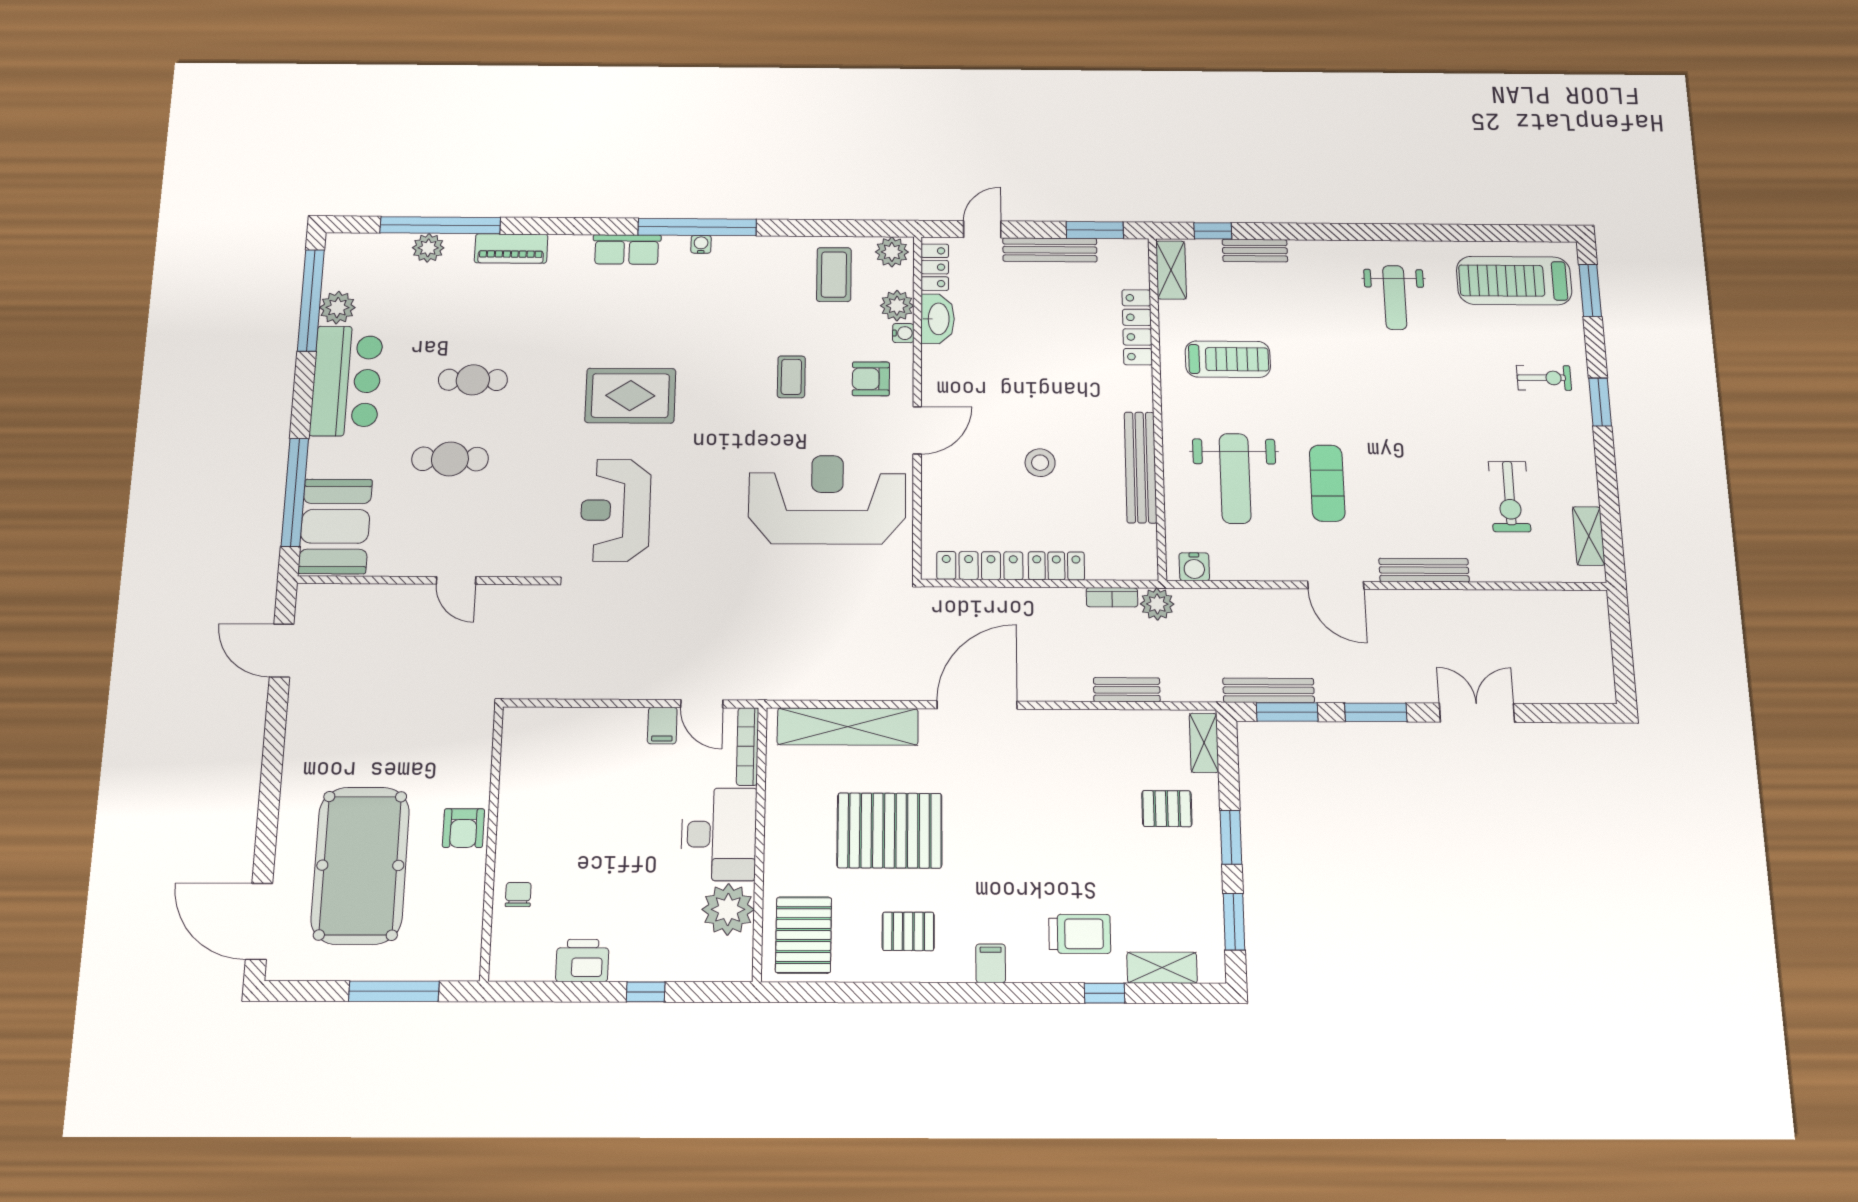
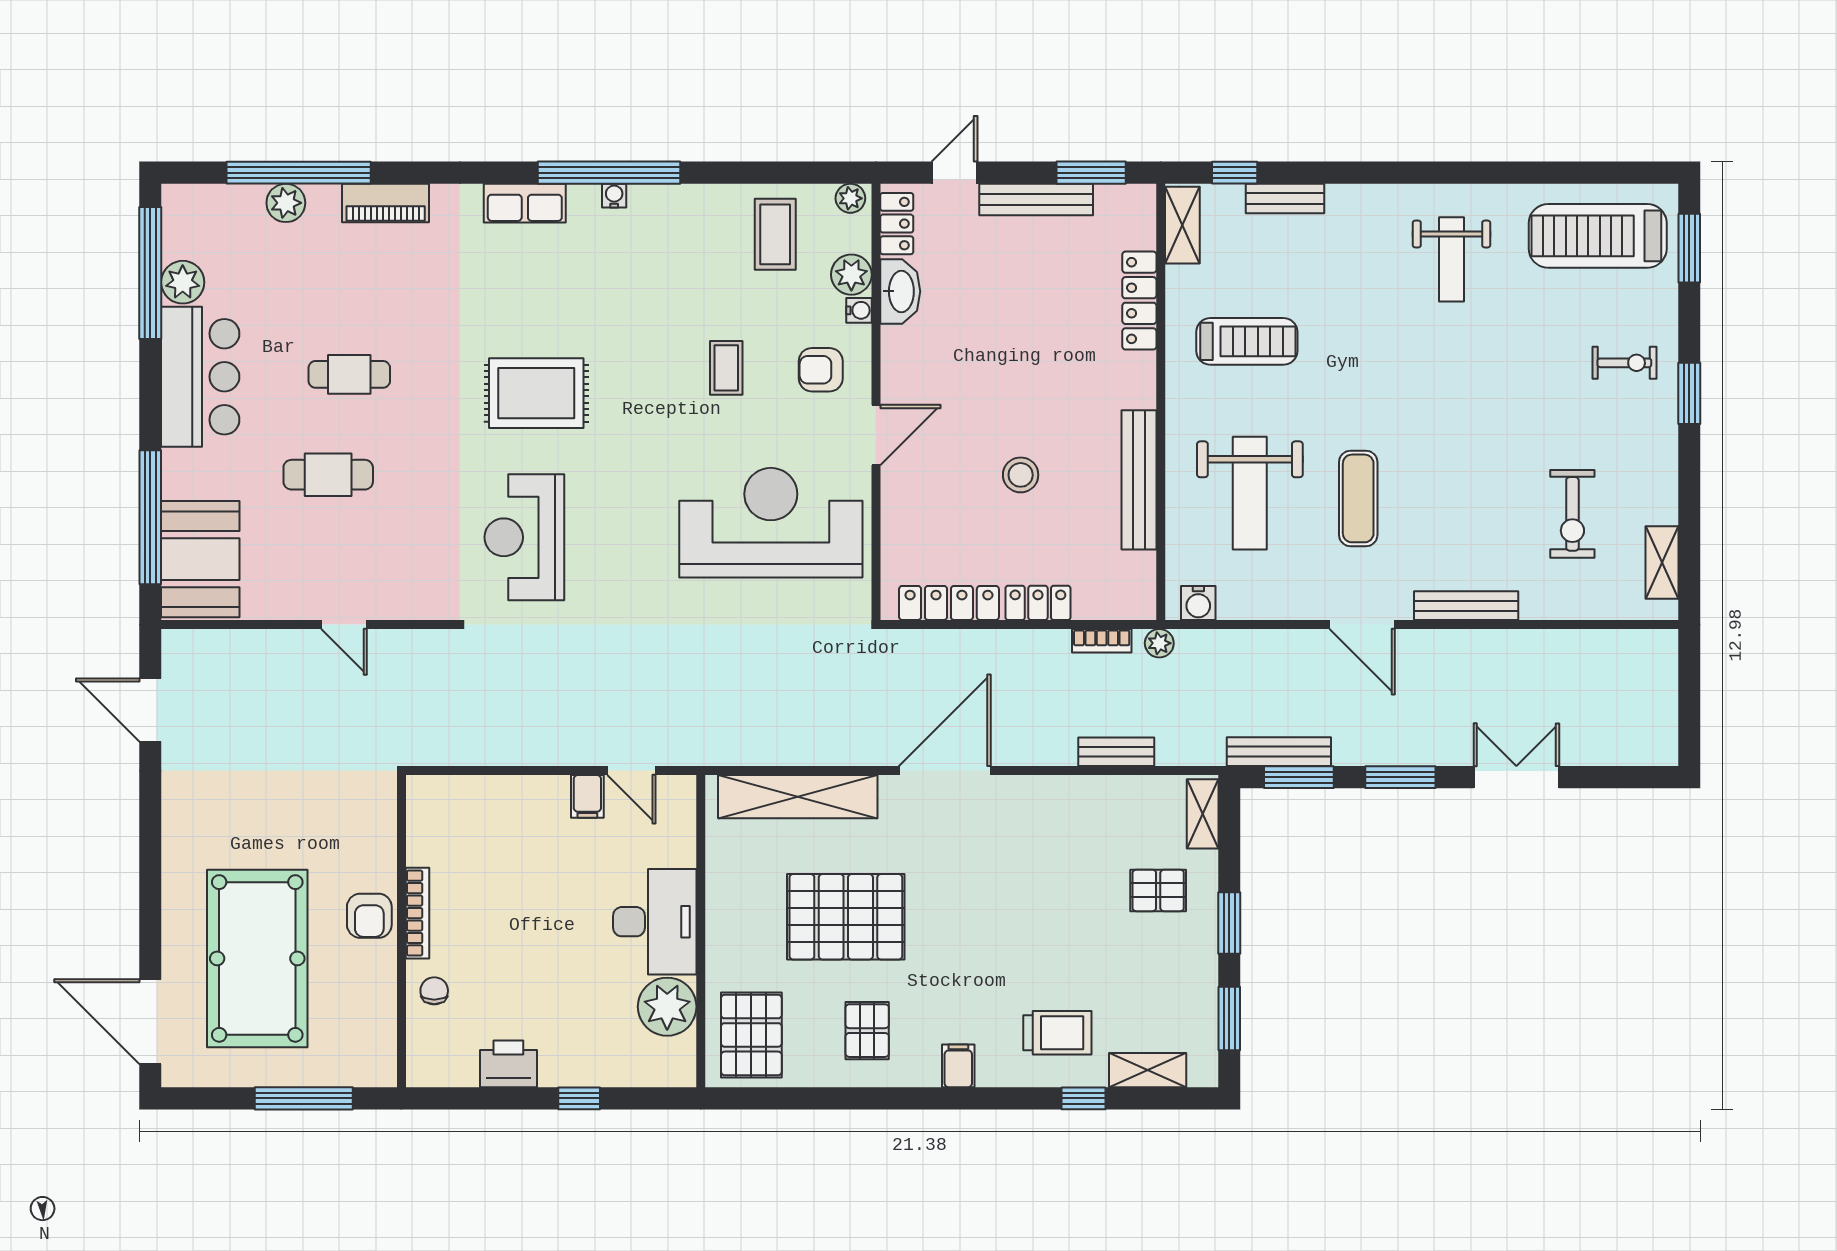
plant: (892, 252) -> (850, 198), width x0.73, depth x0.73
plant: (1157, 604) -> (1159, 643), width x0.73, depth x0.73
bookcase: (748, 746) -> (417, 913), moved, turned 180
pallet: (908, 931) -> (867, 1031), turned 90

